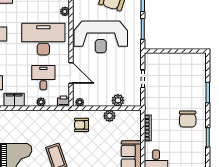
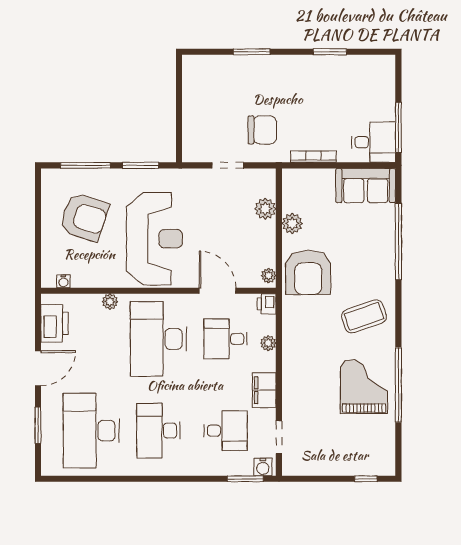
door: (71, 73) -> (217, 291), hinge flipped
chair: (188, 119) -> (262, 130), moved
armchair: (82, 125) -> (308, 272), width x1.88, depth x1.88

